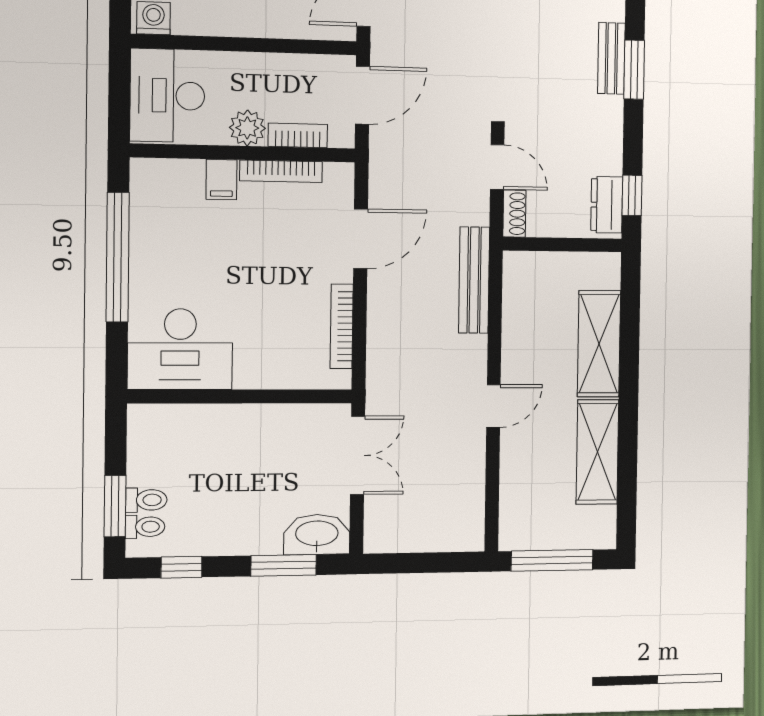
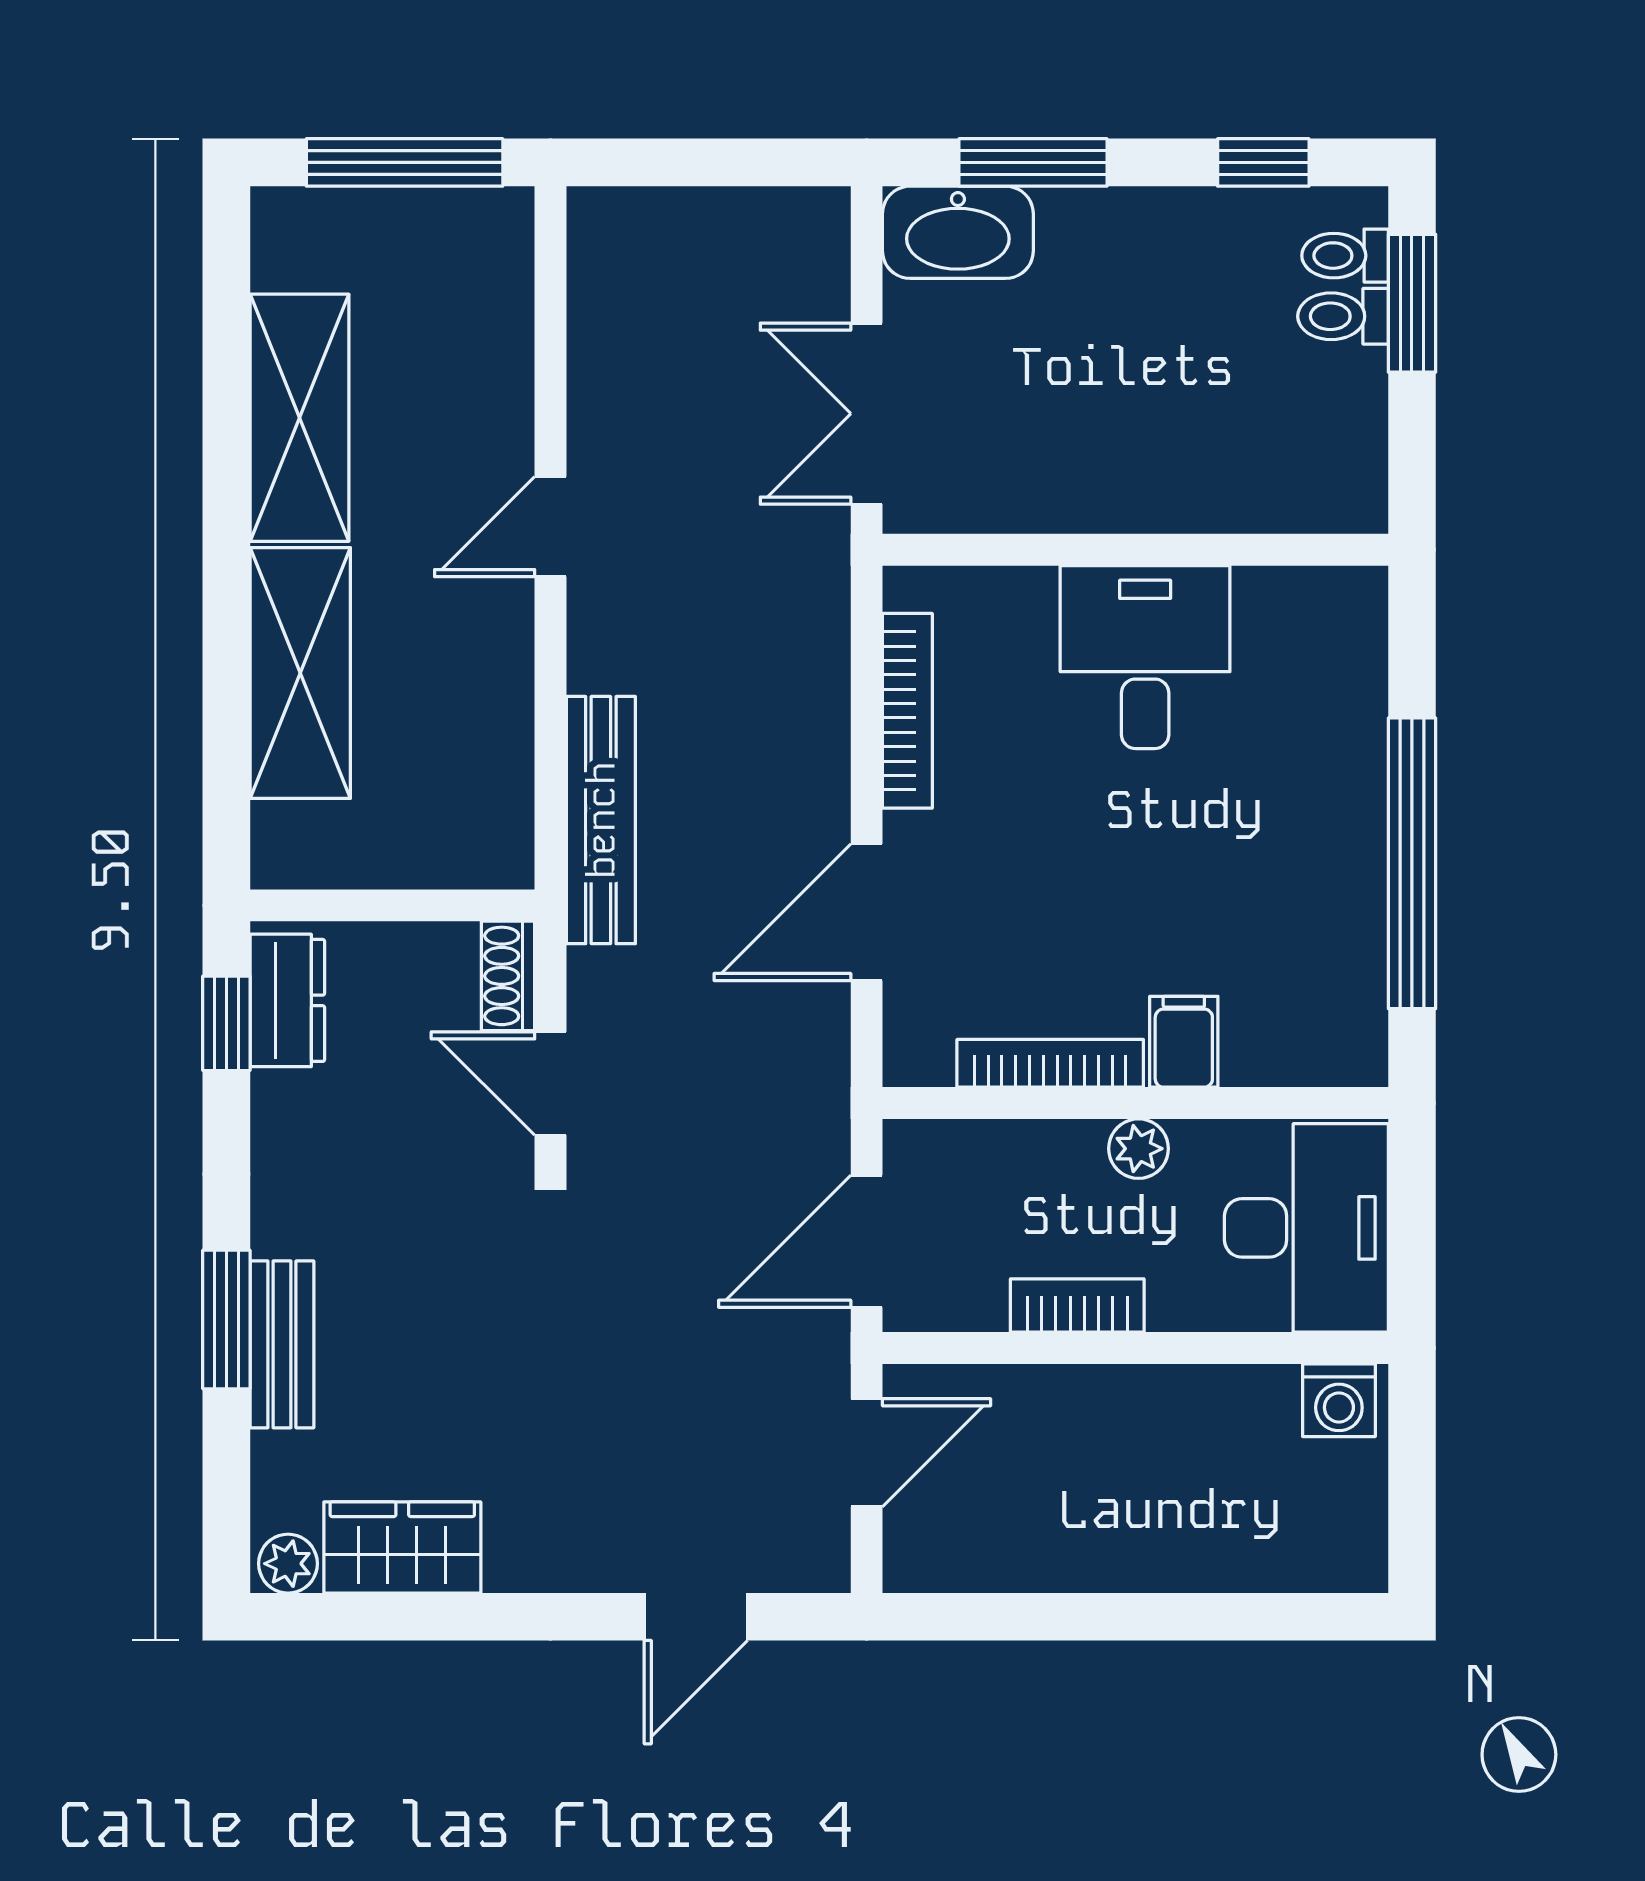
plant: (247, 128) -> (1139, 1149), width x0.73, depth x0.73
bookcase: (298, 135) -> (1077, 1306), moved, turned 180
desk: (180, 349) -> (1145, 657), moved, width x0.73

